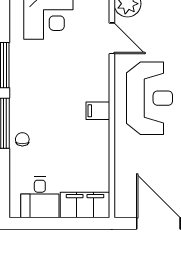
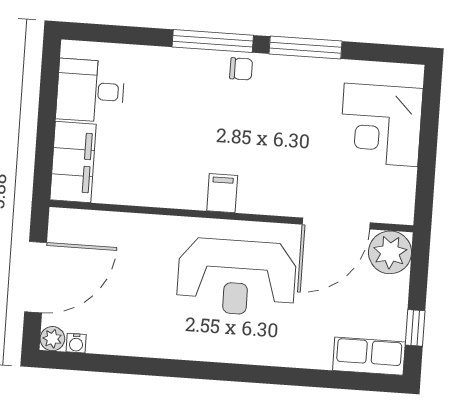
door: (112, 38) -> (336, 224), width x1.36
chair: (22, 139) -> (241, 69), moved

